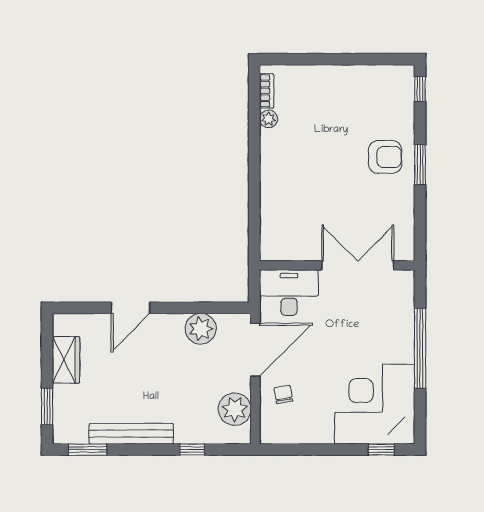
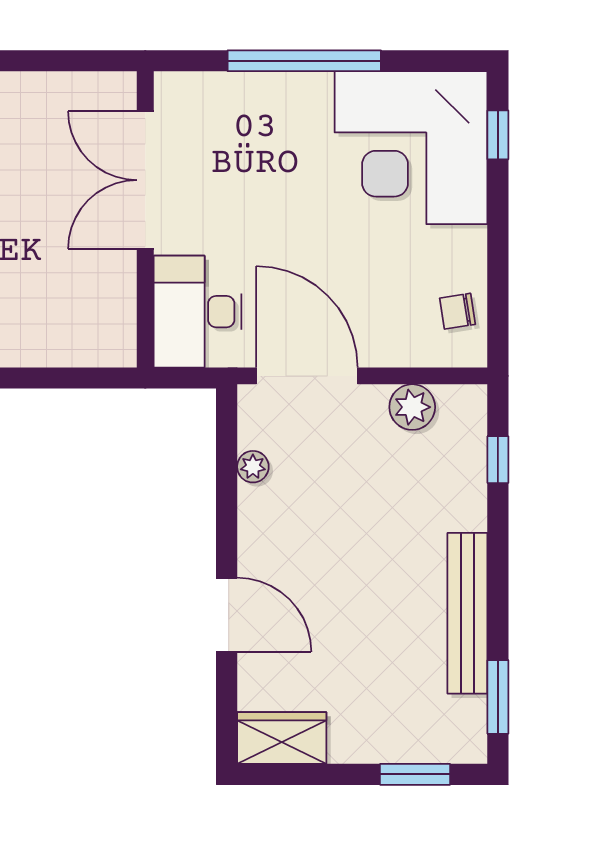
plant: (201, 329) -> (253, 467), width x0.53, depth x0.53
wardrobe: (66, 360) -> (282, 738), moved
chair: (283, 394) -> (458, 311), moved
plant: (235, 409) -> (412, 407), width x0.73, depth x0.73
window: (192, 450) -> (498, 460), moved

